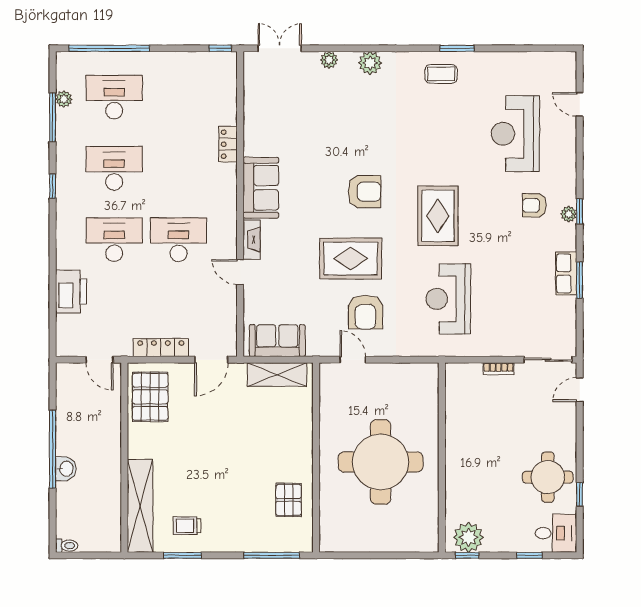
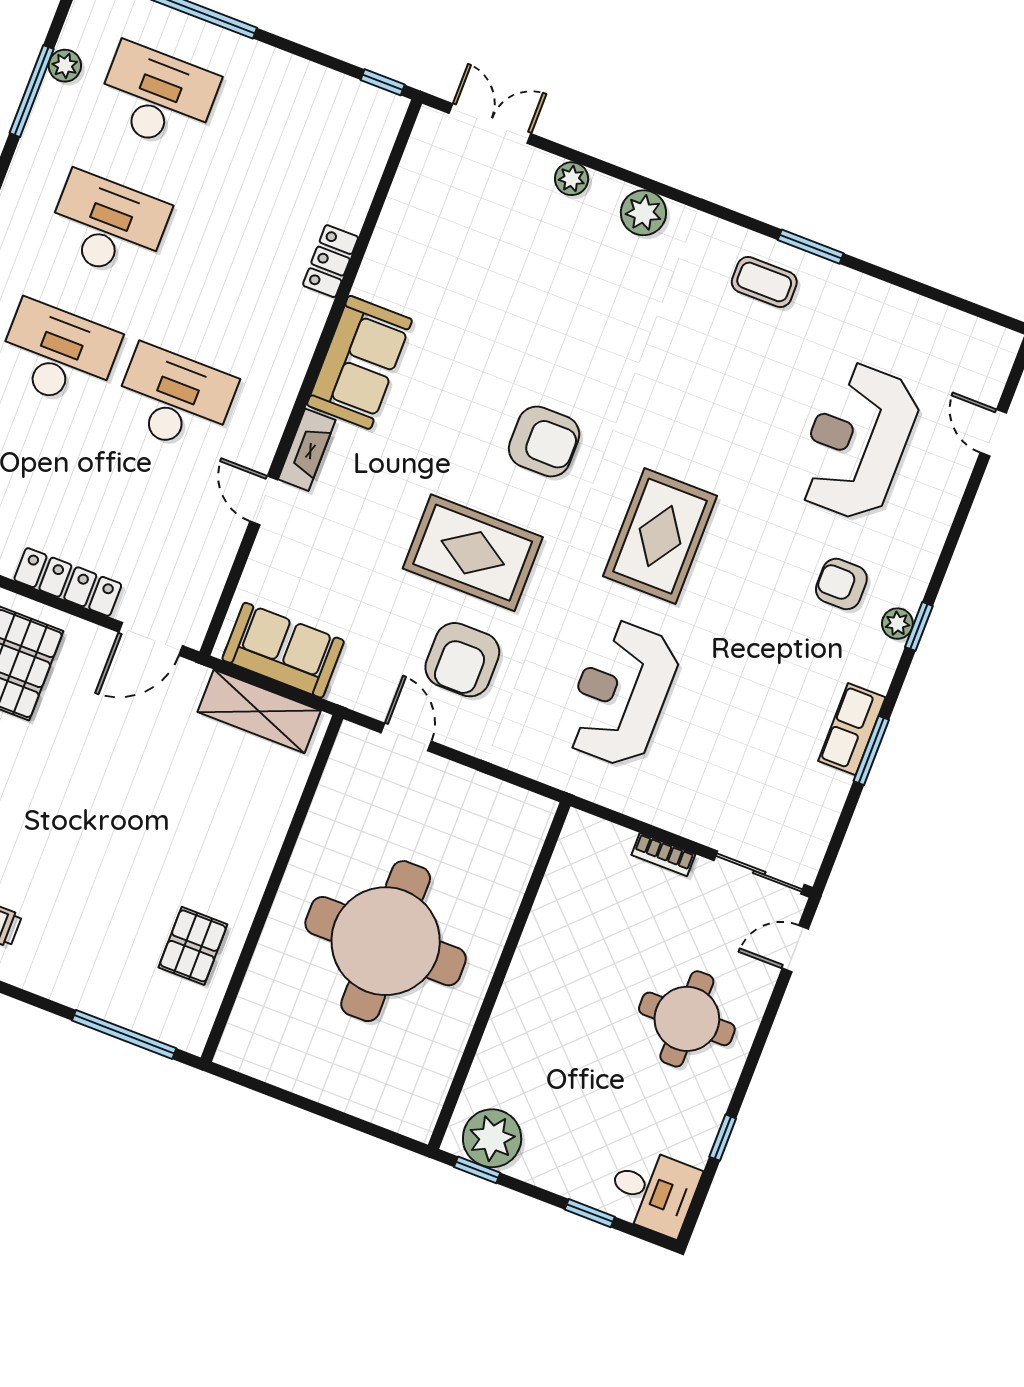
round table: (548, 477) -> (687, 1019), moved

